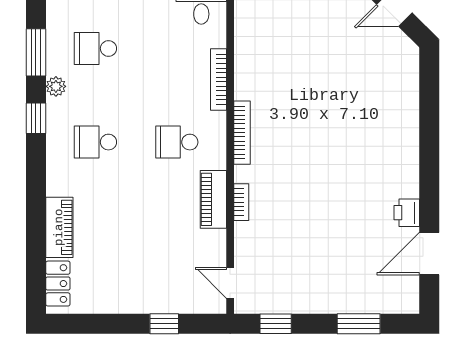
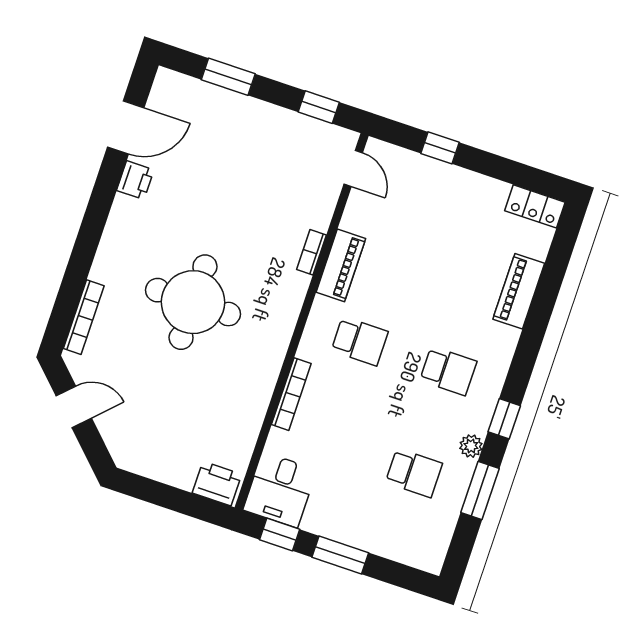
round table: (325, 128) -> (193, 302), added
bookcase: (242, 133) -> (84, 317), moved, turned 180
locker: (58, 284) -> (535, 206), moved, turned -90

